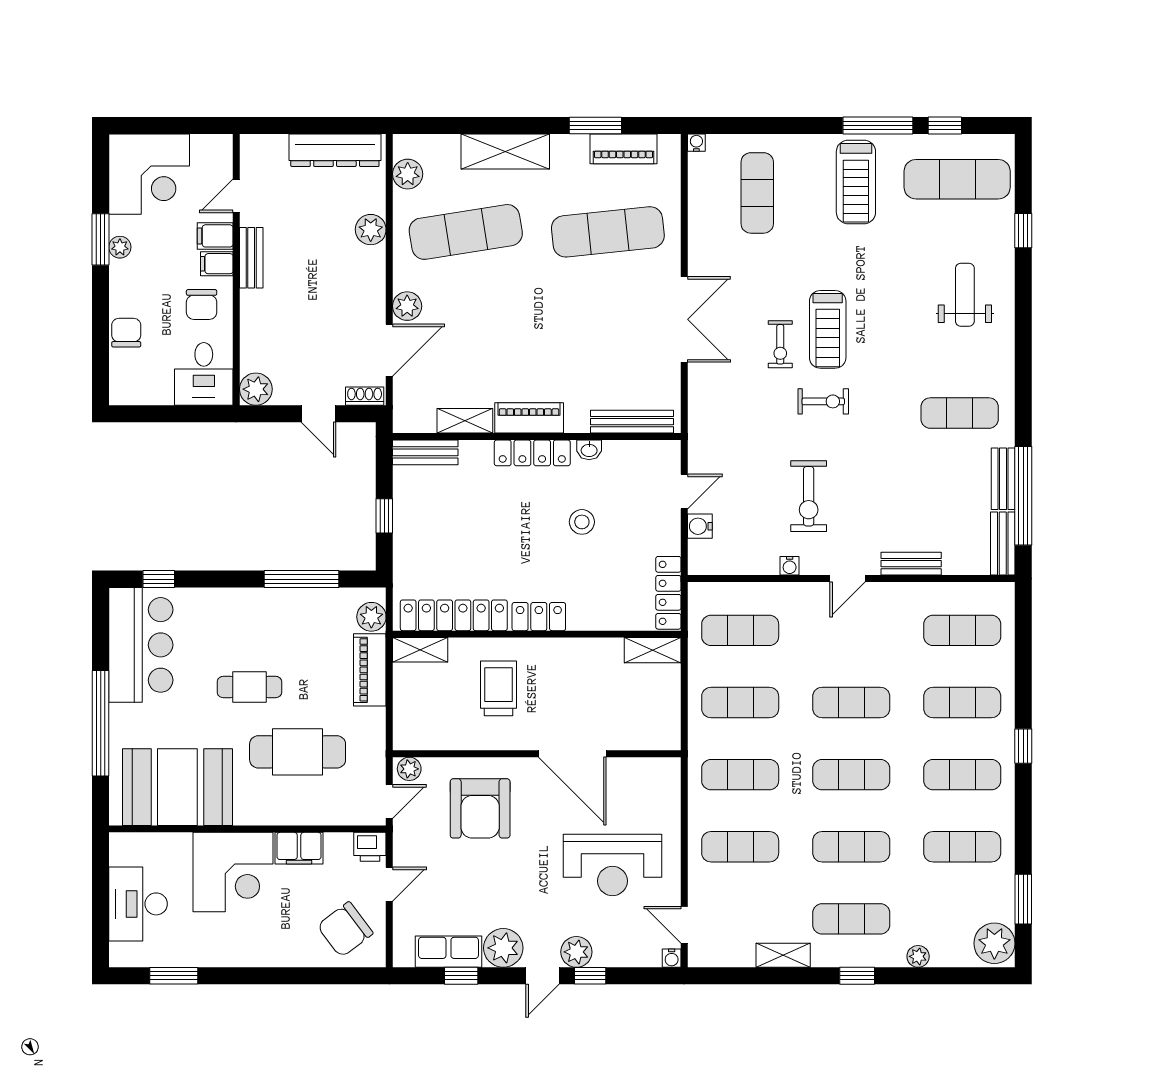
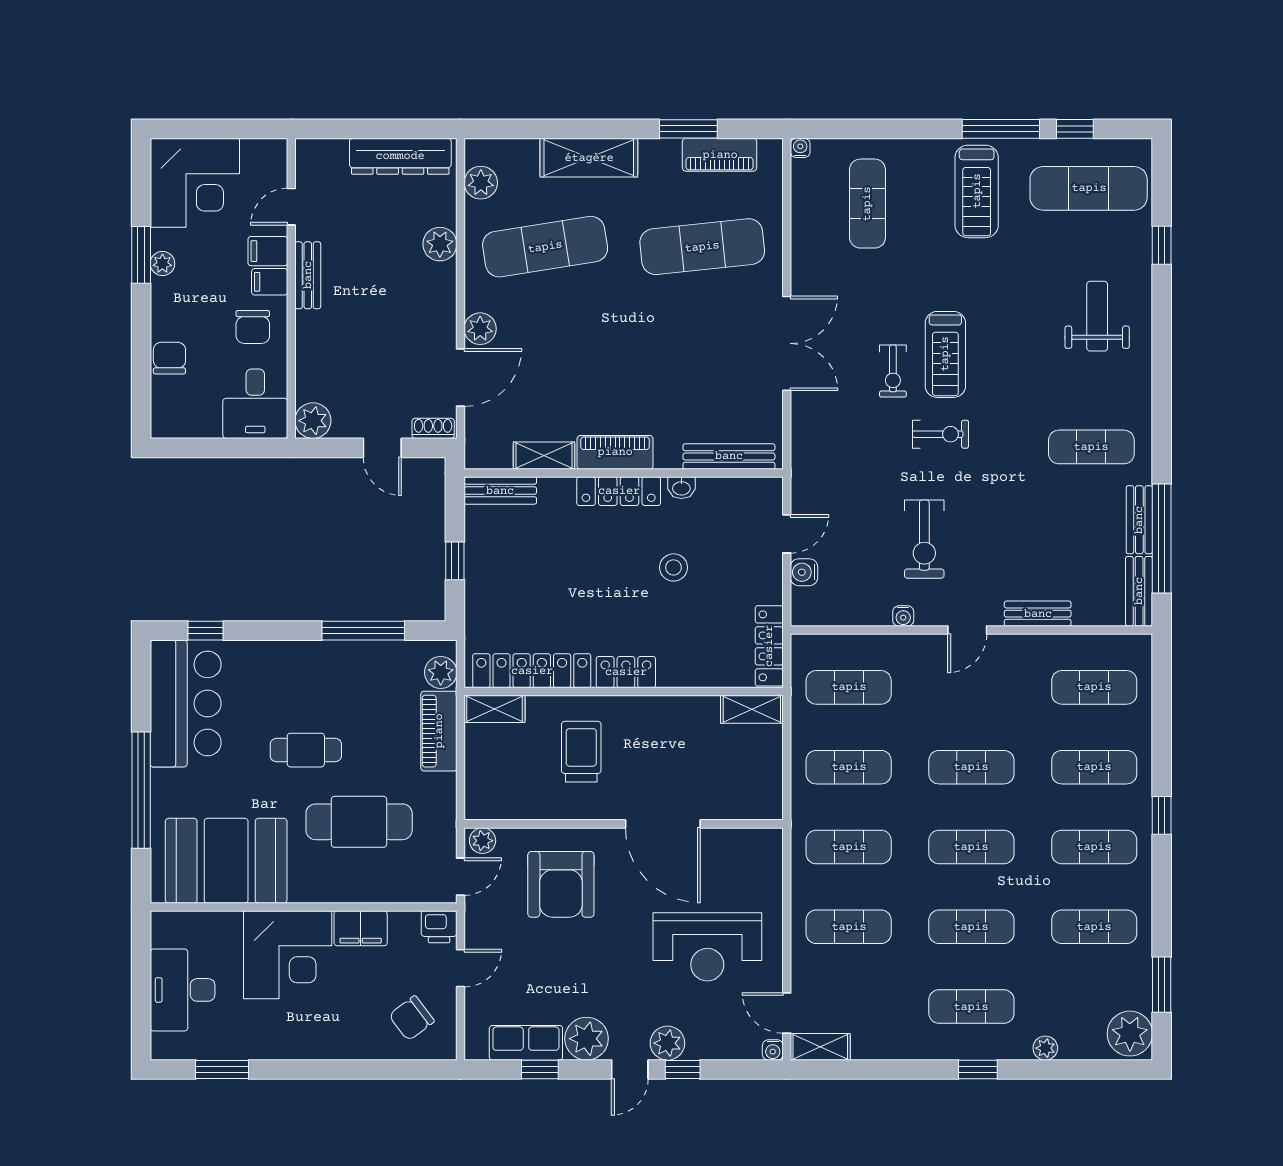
chair: (345, 929) -> (412, 1018), width x0.73, depth x0.73
shelving: (783, 955) -> (820, 1047), moved

